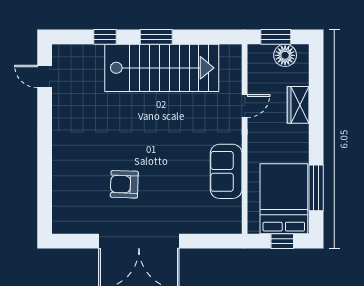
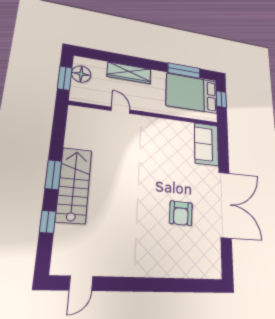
stairs: (162, 68) -> (74, 185), width x0.73, depth x0.66
wardrobe: (298, 105) -> (129, 73), width x1.50
sofa: (226, 171) -> (206, 144), moved, turned 90

